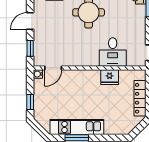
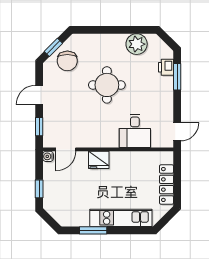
fridge: (110, 77) -> (99, 160), moved
kitchen unit: (77, 127) -> (121, 218), moved

